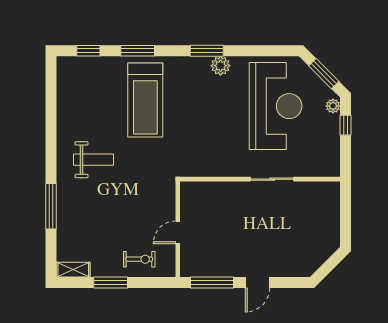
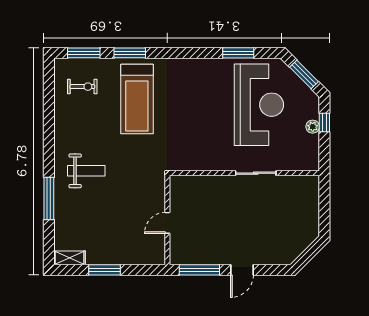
window: (88, 51) -> (84, 53), width x1.50
window: (207, 51) -> (238, 53), moved
plant: (220, 66) -> (207, 67), removed
plant: (333, 106) -> (313, 127), moved
weight bench: (93, 160) -> (86, 171), moved
exercise bike: (139, 259) -> (82, 87), moved

